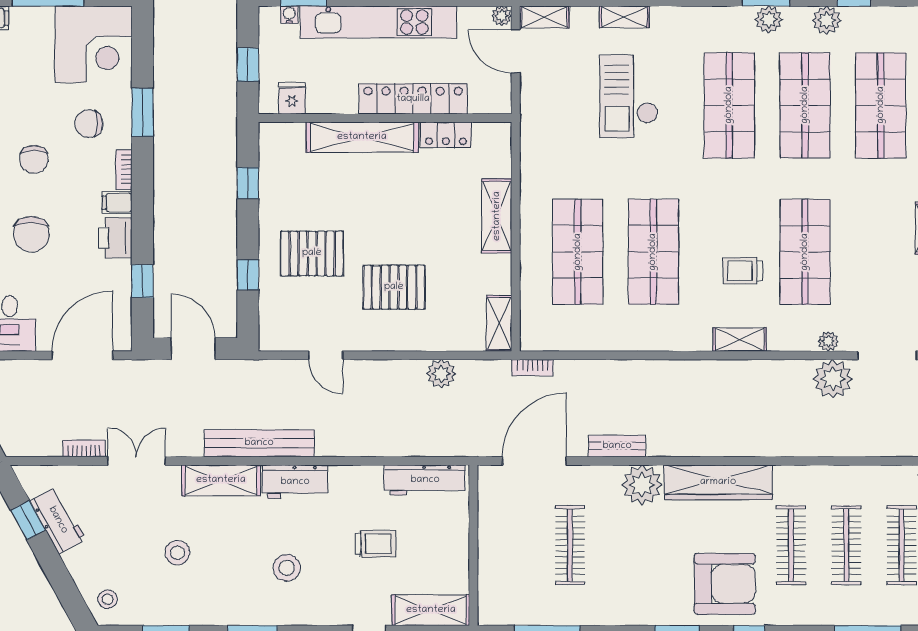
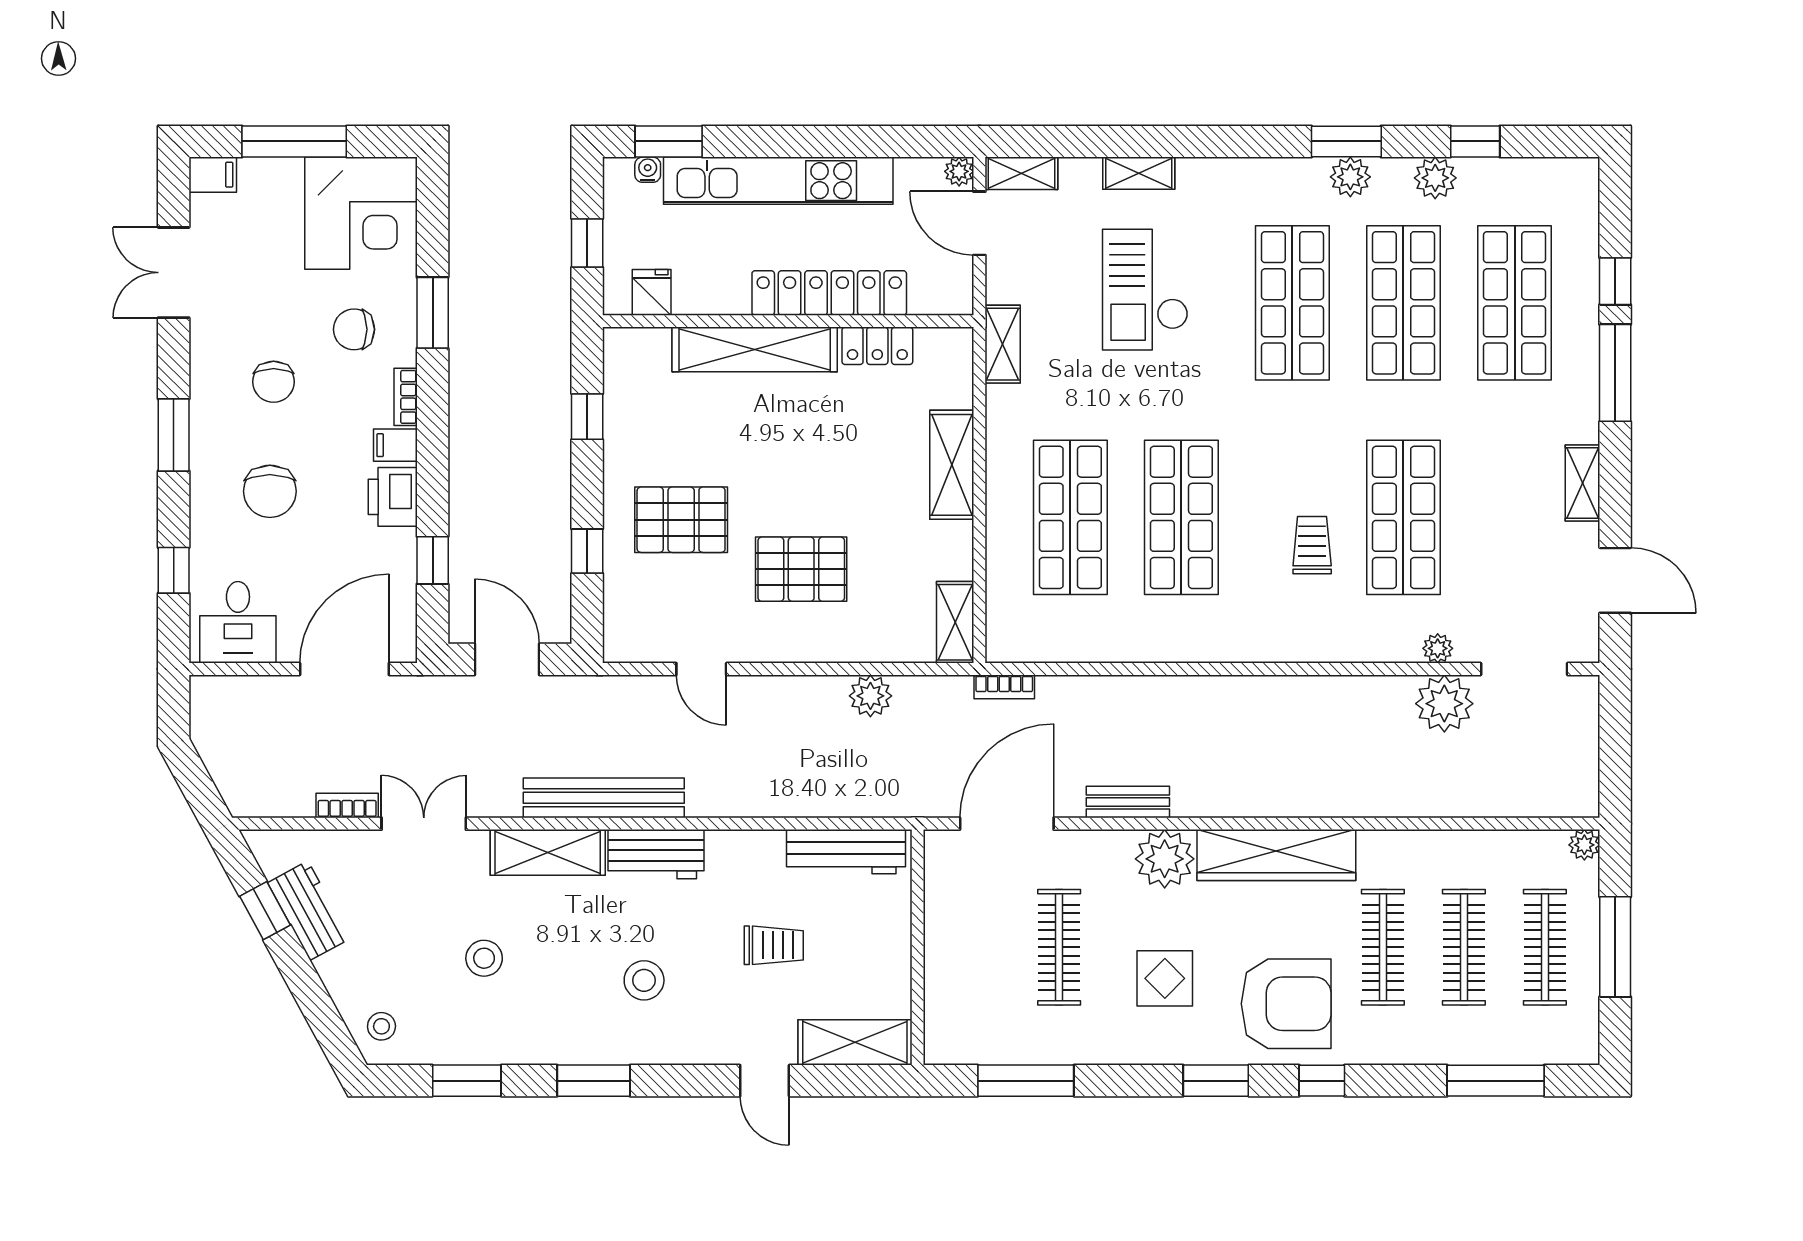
trolley: (743, 271) -> (1312, 545), turned 90
shelving: (740, 339) -> (1003, 344), moved, turned 90
display table: (642, 566) -> (1165, 978), added

